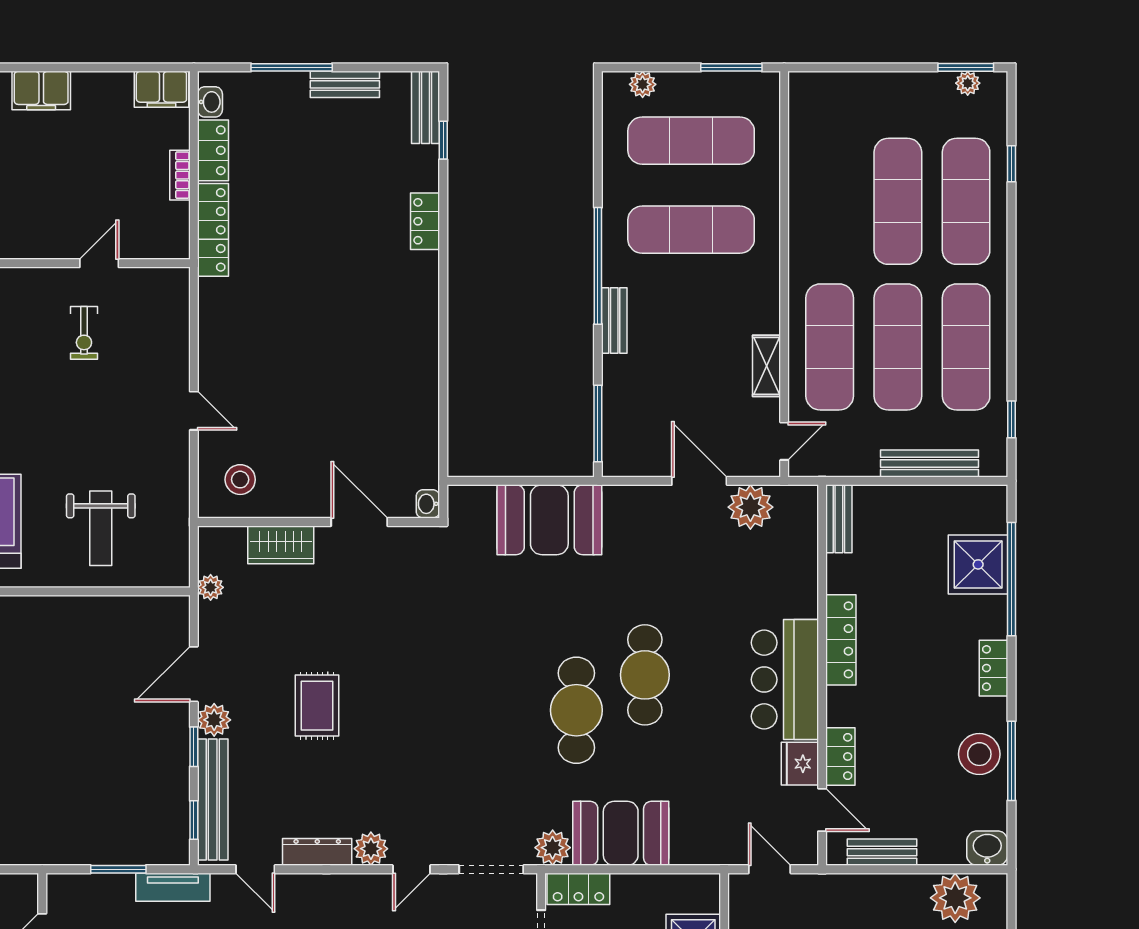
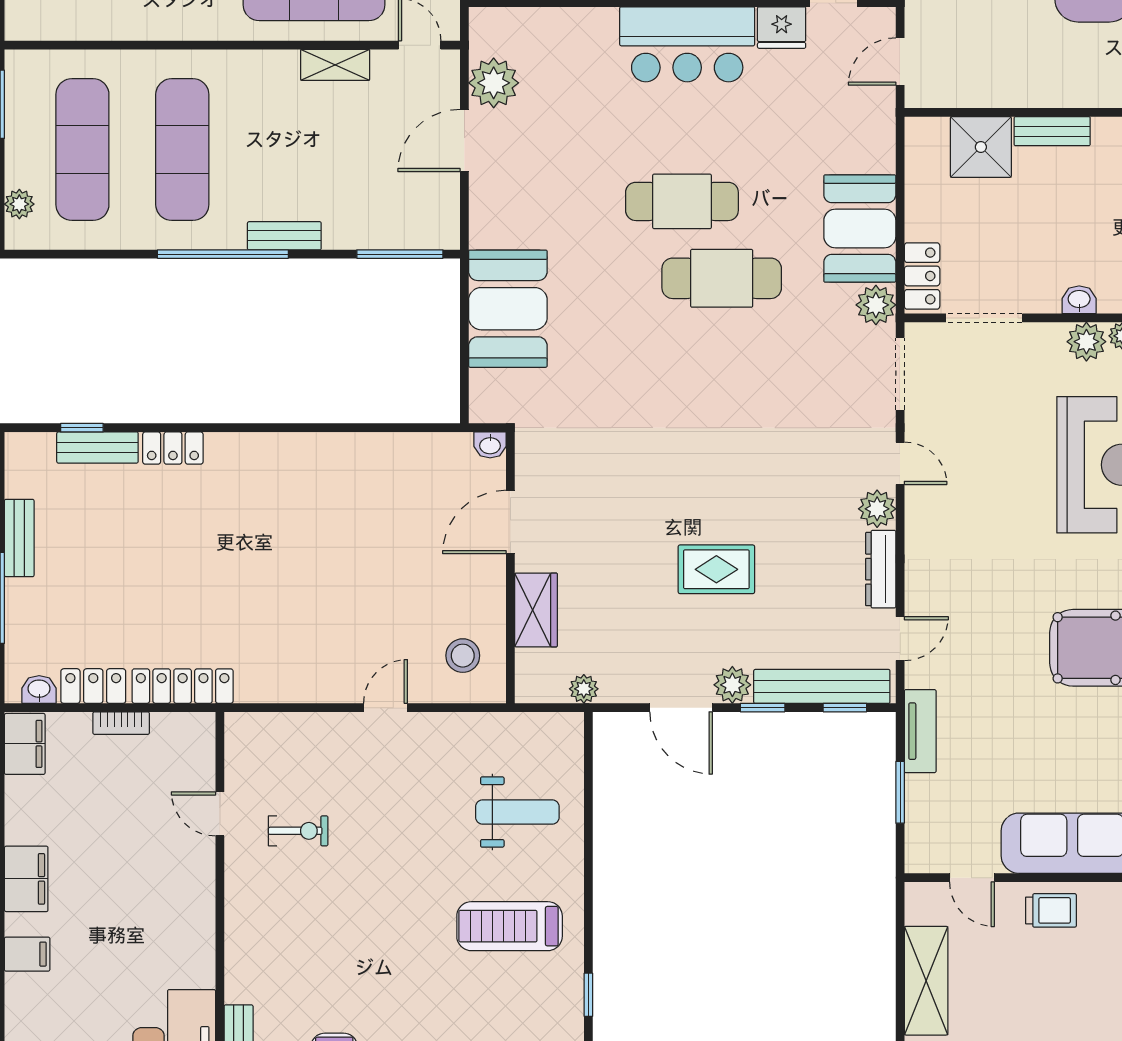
bench: (426, 107) -> (97, 447), moved

